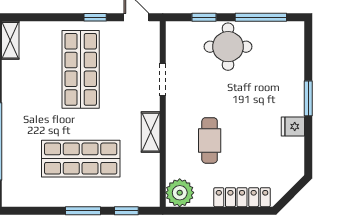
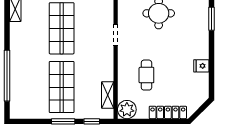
window: (308, 98) -> (212, 19), moved
shelving: (151, 132) -> (108, 95), moved
shop shelf: (81, 159) -> (62, 87), turned 90

